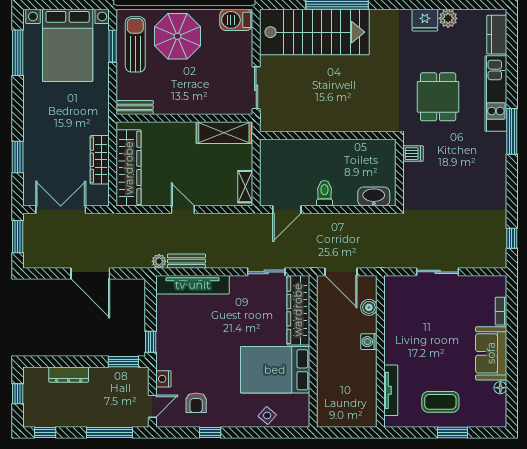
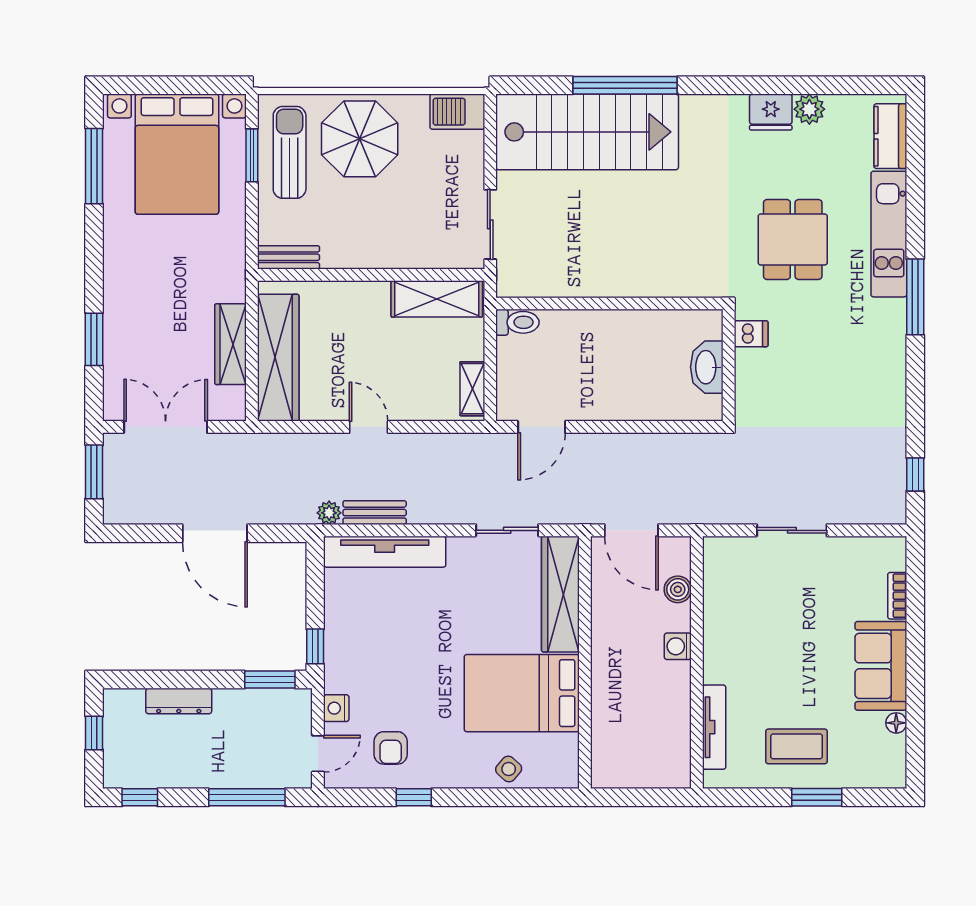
toilet: (325, 193) -> (517, 322), moved, turned 90
washbasin: (374, 197) -> (707, 367), moved, turned -90

